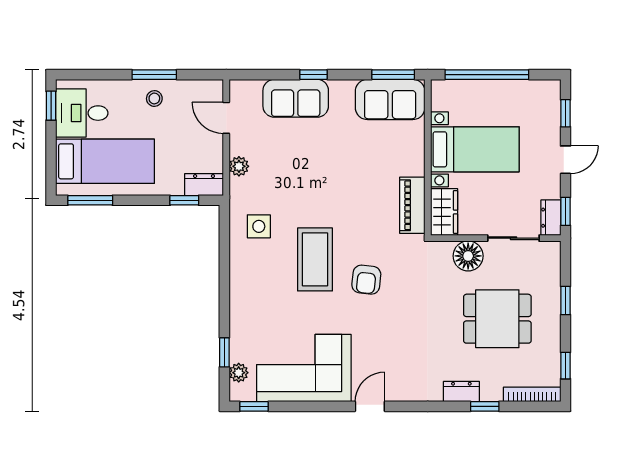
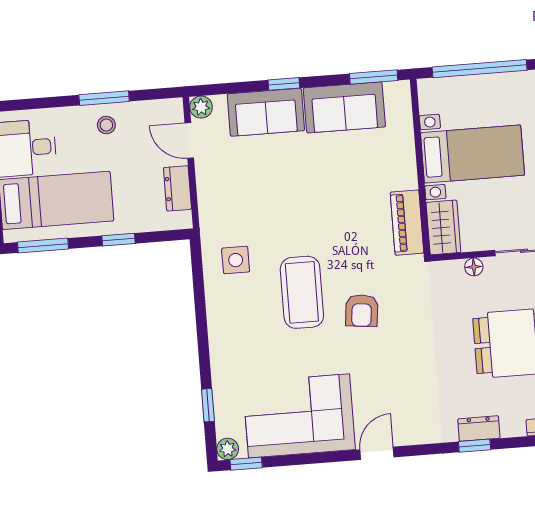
sofa: (390, 99) -> (344, 107), moved
plant: (239, 166) -> (201, 107), moved
dresser: (204, 185) -> (177, 188), moved, turned -90
window: (184, 200) -> (118, 240), moved
floor lamp: (468, 256) -> (474, 267), width x0.53, depth x0.53
plant: (239, 373) -> (228, 449), moved
window: (485, 406) -> (475, 446), moved

